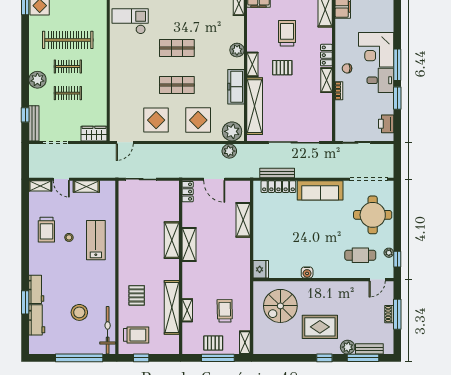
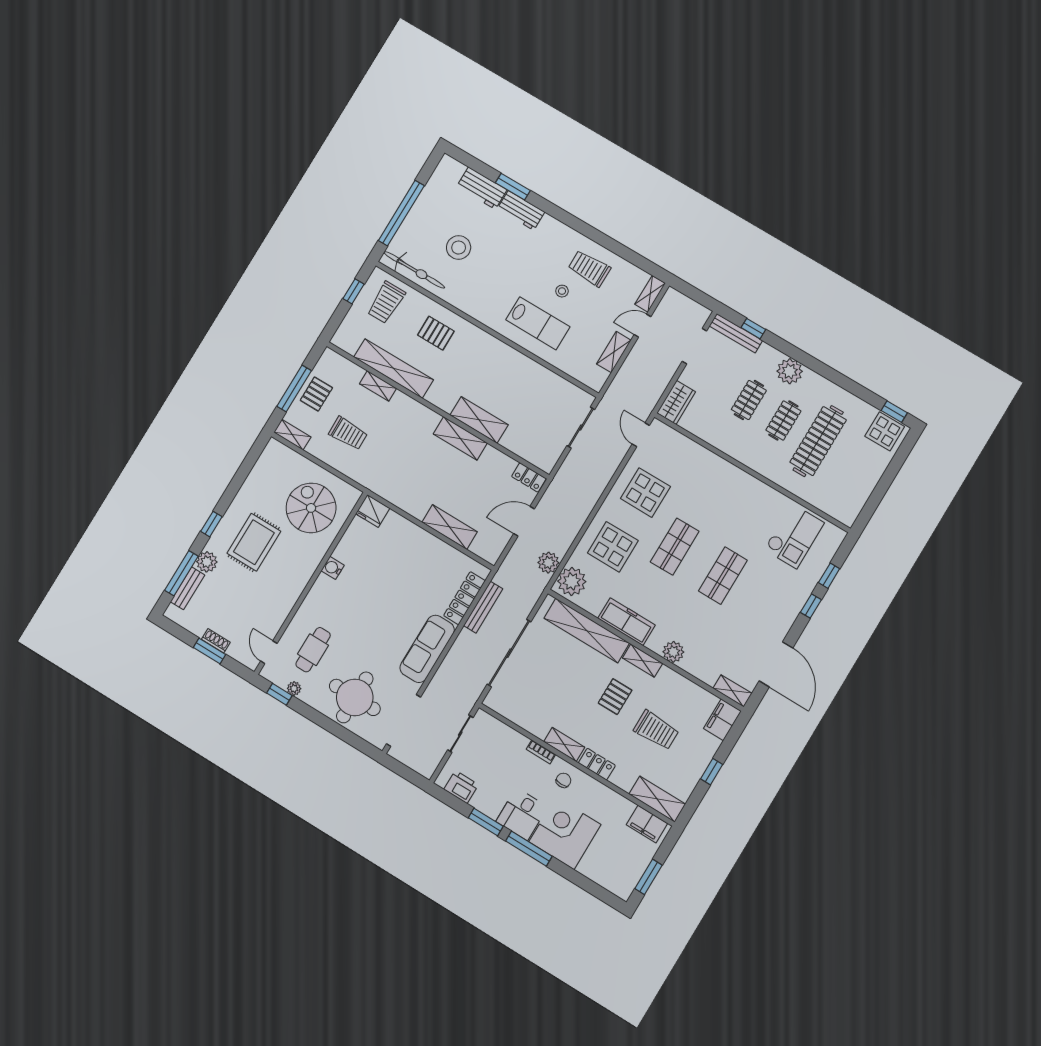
window: (397, 314) -> (209, 651), width x0.69

